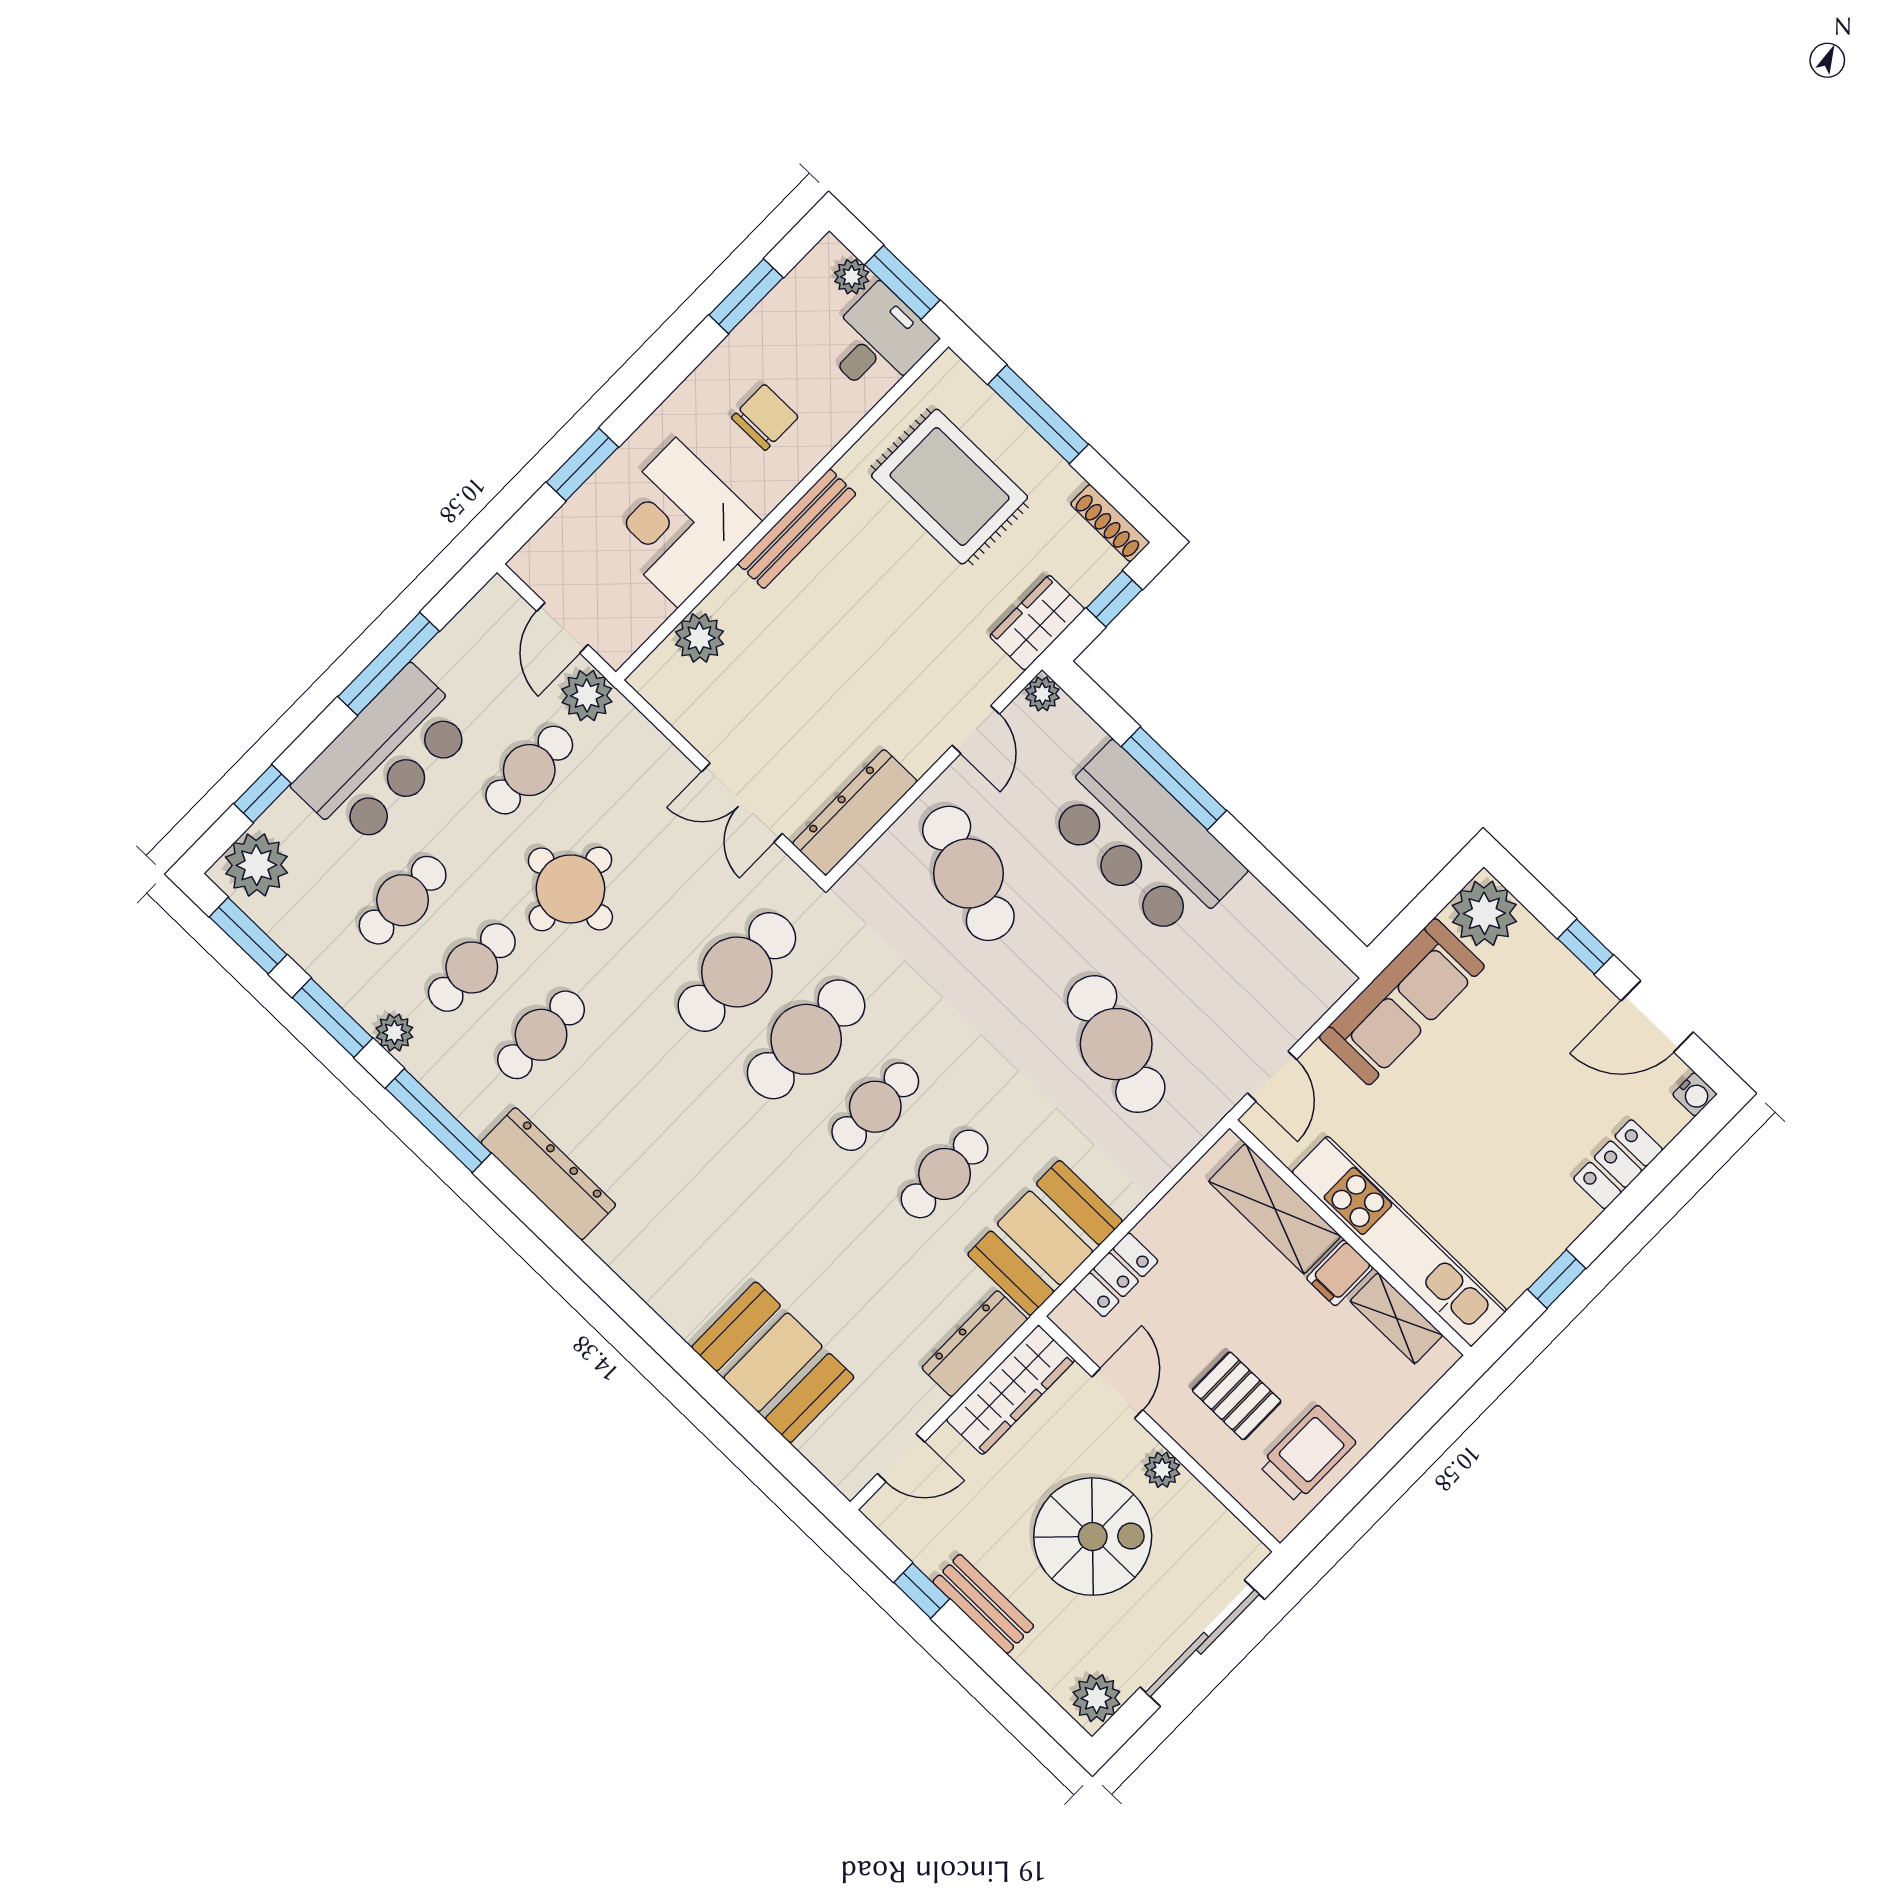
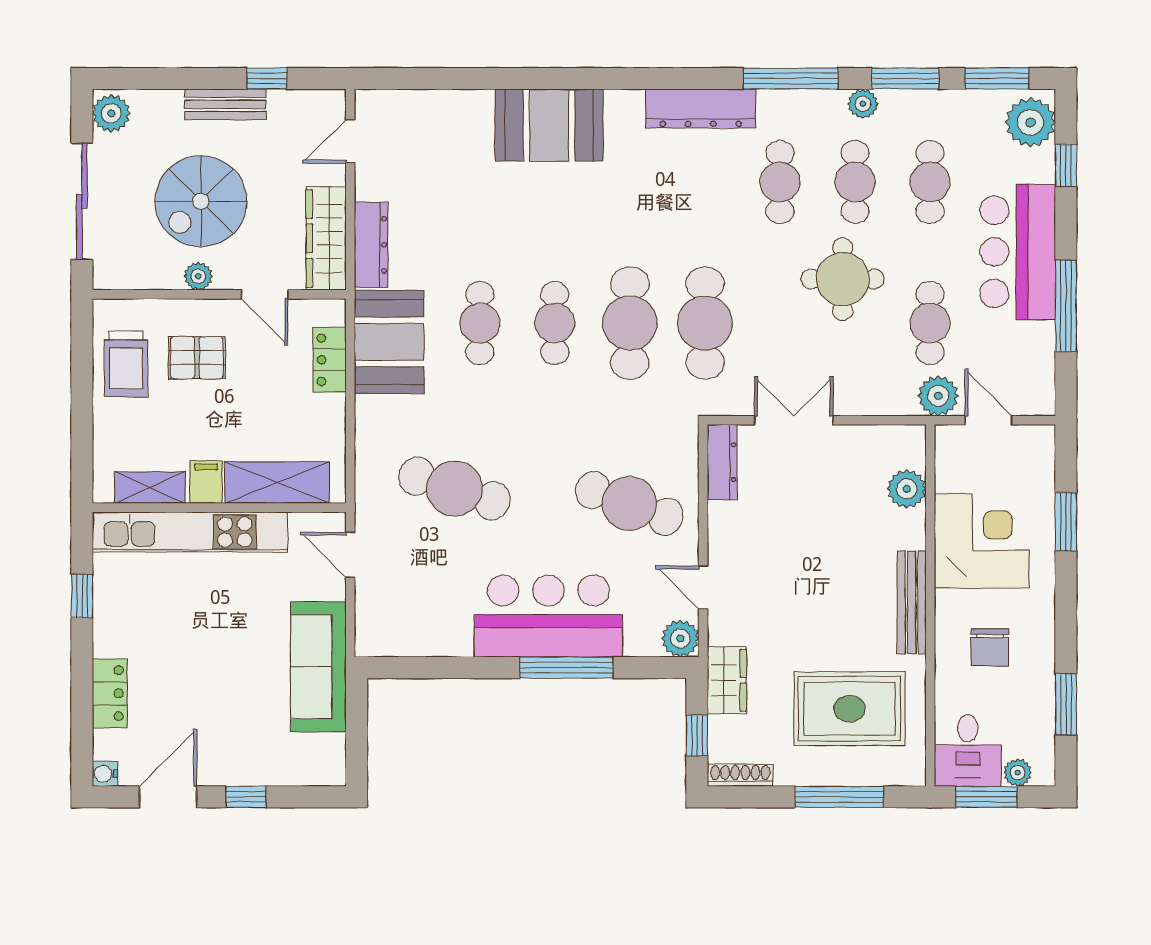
plant: (1042, 694) -> (680, 638), width x1.38, depth x1.38
dresser: (855, 812) -> (722, 462), width x0.73, depth x0.80
plant: (1484, 913) -> (320, 761), removed
booth: (773, 1362) -> (549, 125), moved

